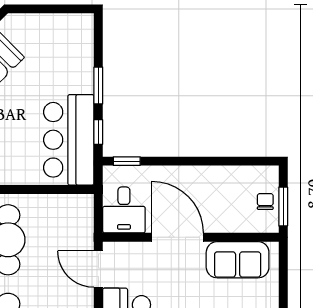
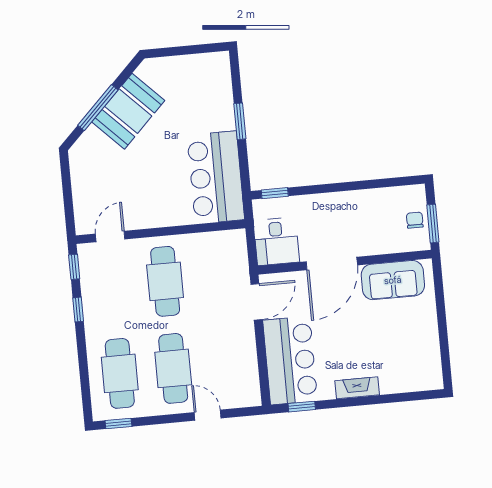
window: (98, 132) -> (244, 167), removed
door: (178, 237) -> (332, 263), swing flipped
door: (98, 269) -> (257, 302), swing flipped

